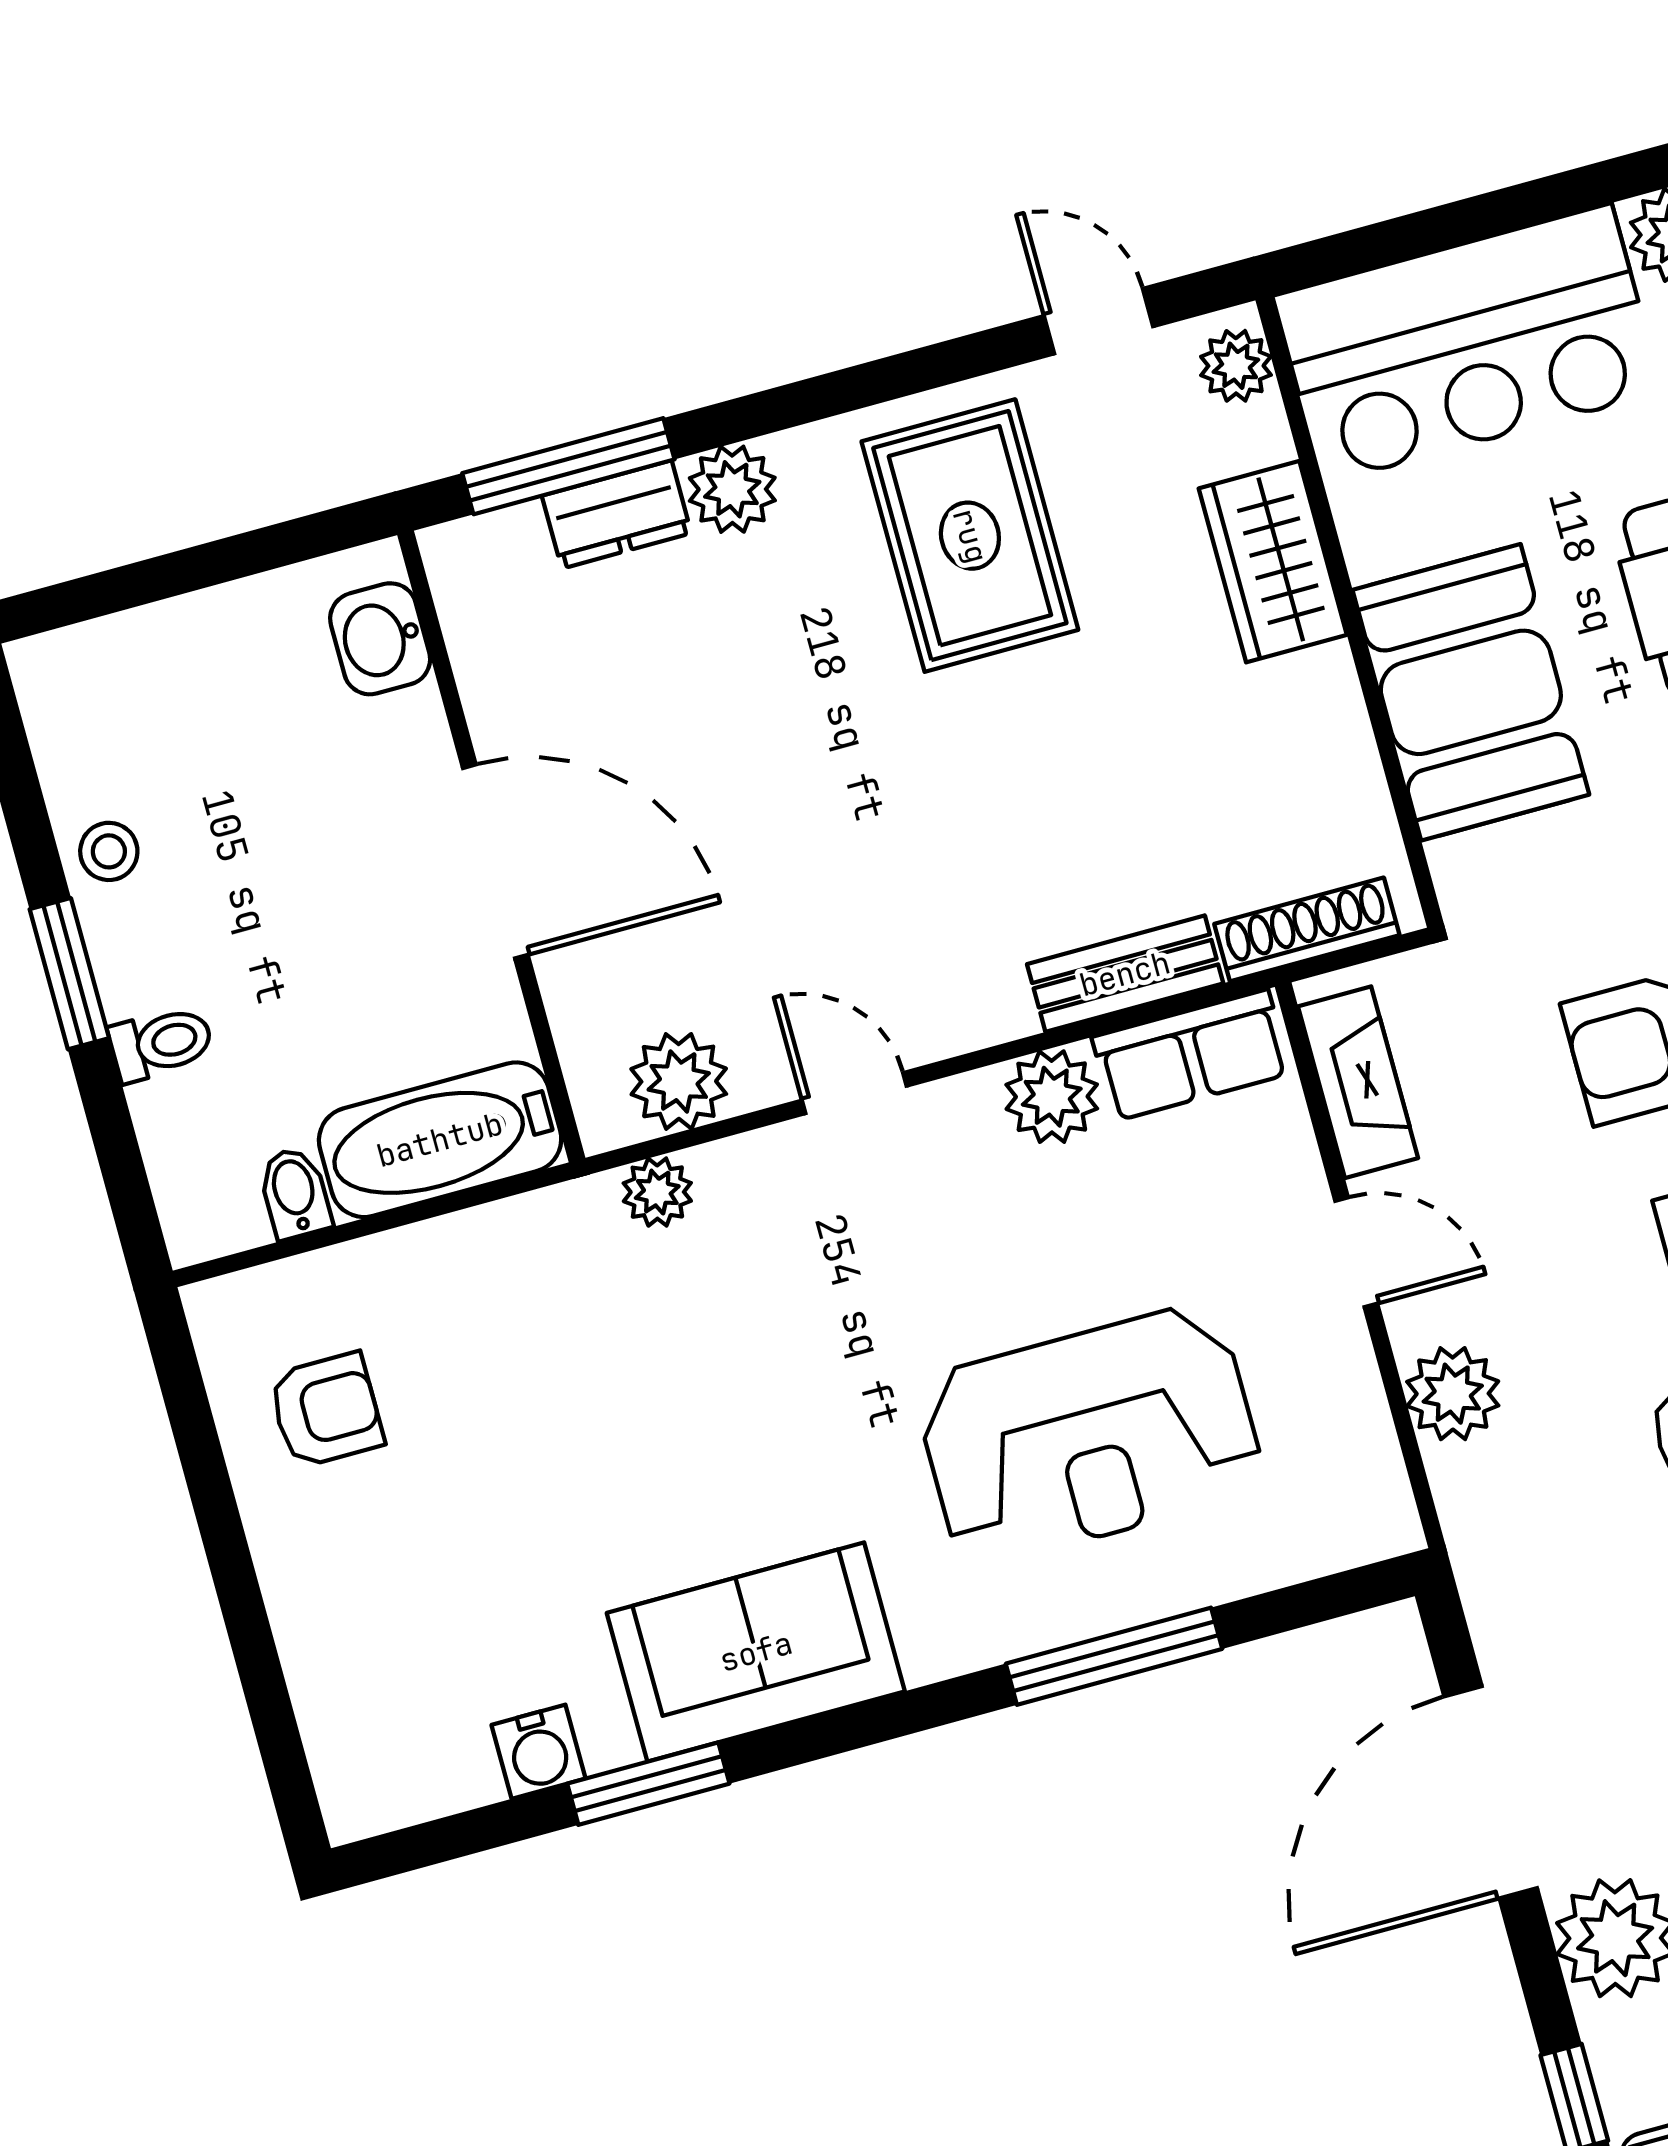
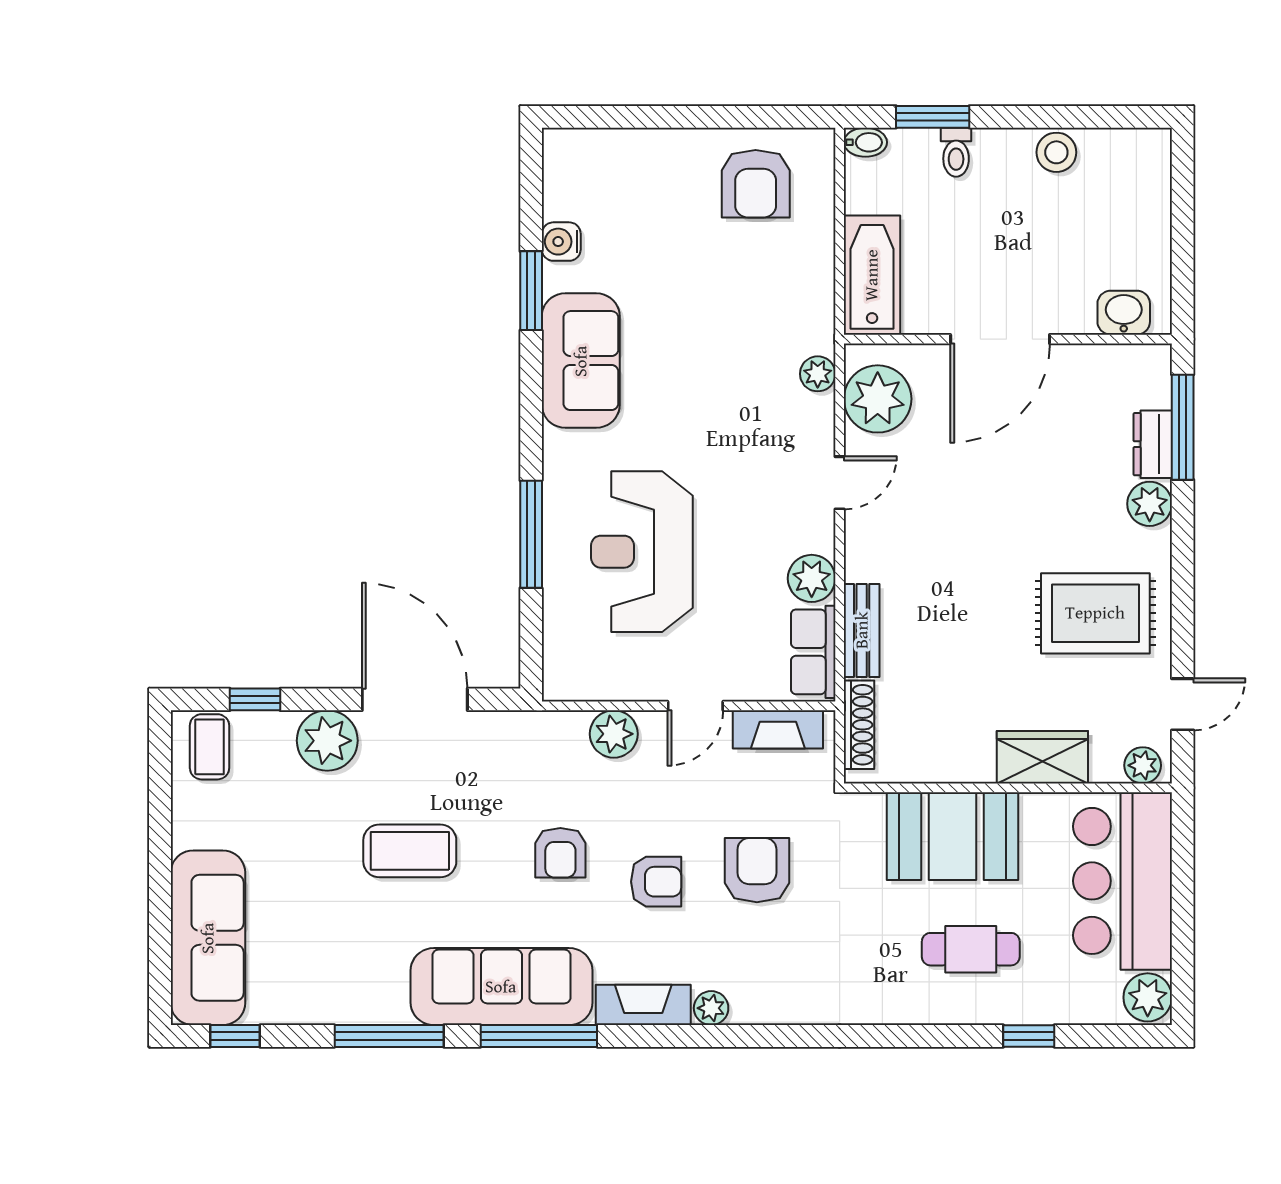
stool: (109, 851) -> (1056, 152), width x1.37, depth x1.37
window: (69, 974) -> (933, 117), moved
plant: (679, 1081) -> (878, 399), width x1.36, depth x1.36
bidet: (295, 1193) -> (865, 142), moved
armchair: (326, 1410) -> (756, 184), width x1.38, depth x1.38

